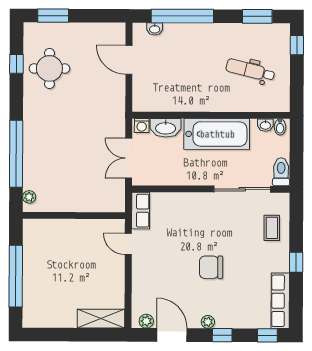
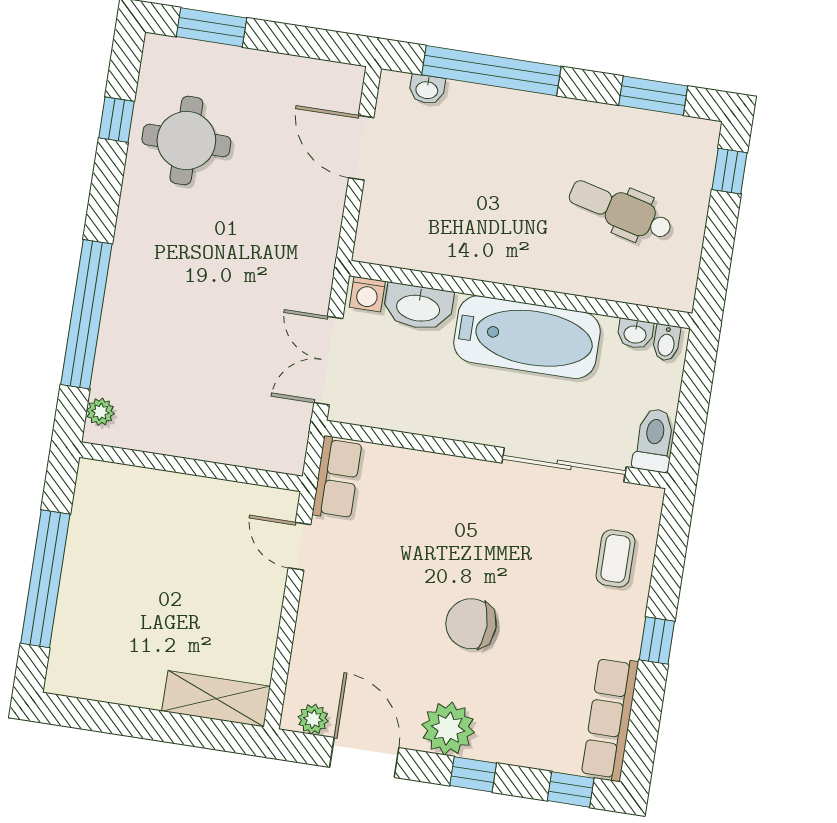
plant: (208, 322) -> (448, 728), width x1.88, depth x1.88

